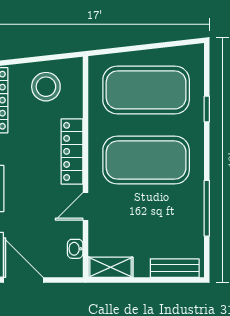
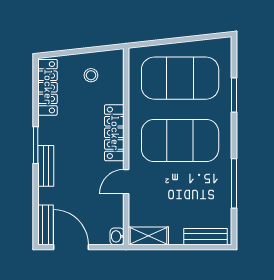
stool: (46, 87) -> (91, 75), width x0.53, depth x0.53
window: (207, 109) -> (234, 95), width x1.50
washbasin: (75, 249) -> (117, 236), moved

